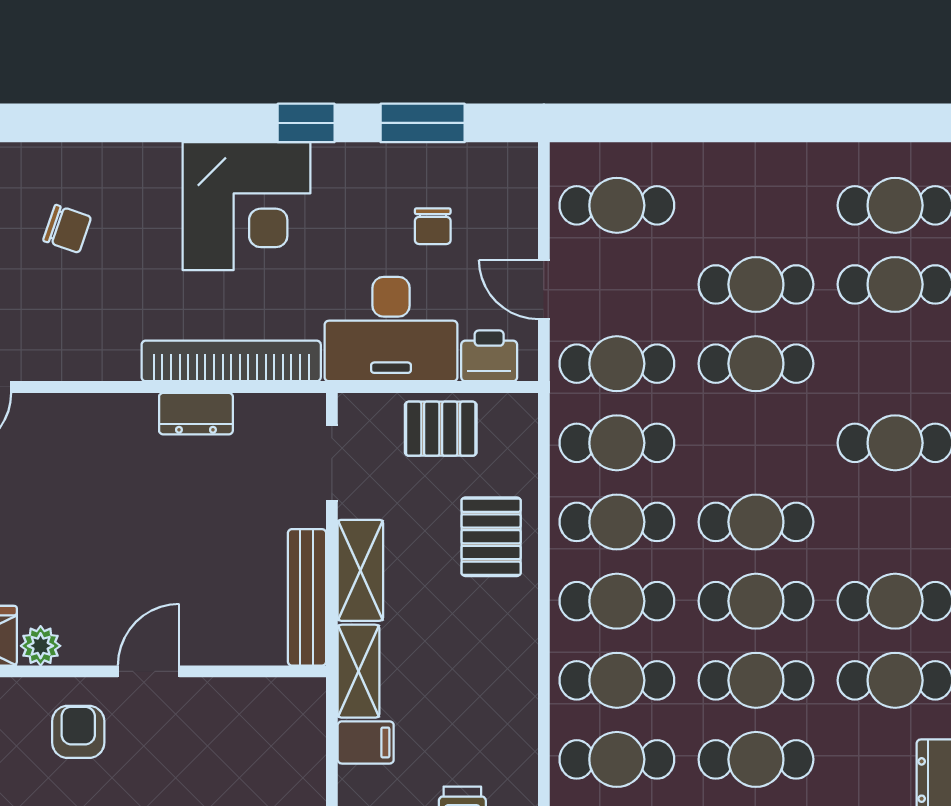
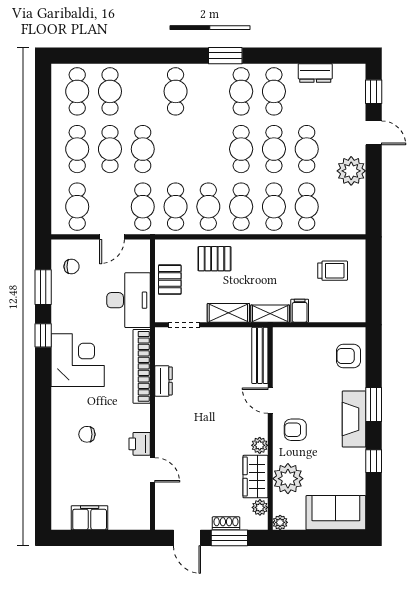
chair: (433, 226) -> (72, 267), moved
chair: (67, 229) -> (87, 434), turned -109
printer: (489, 356) -> (140, 444), moved
cafe table: (756, 522) -> (77, 149), moved
bench: (307, 597) -> (260, 355), moved, turned 90

